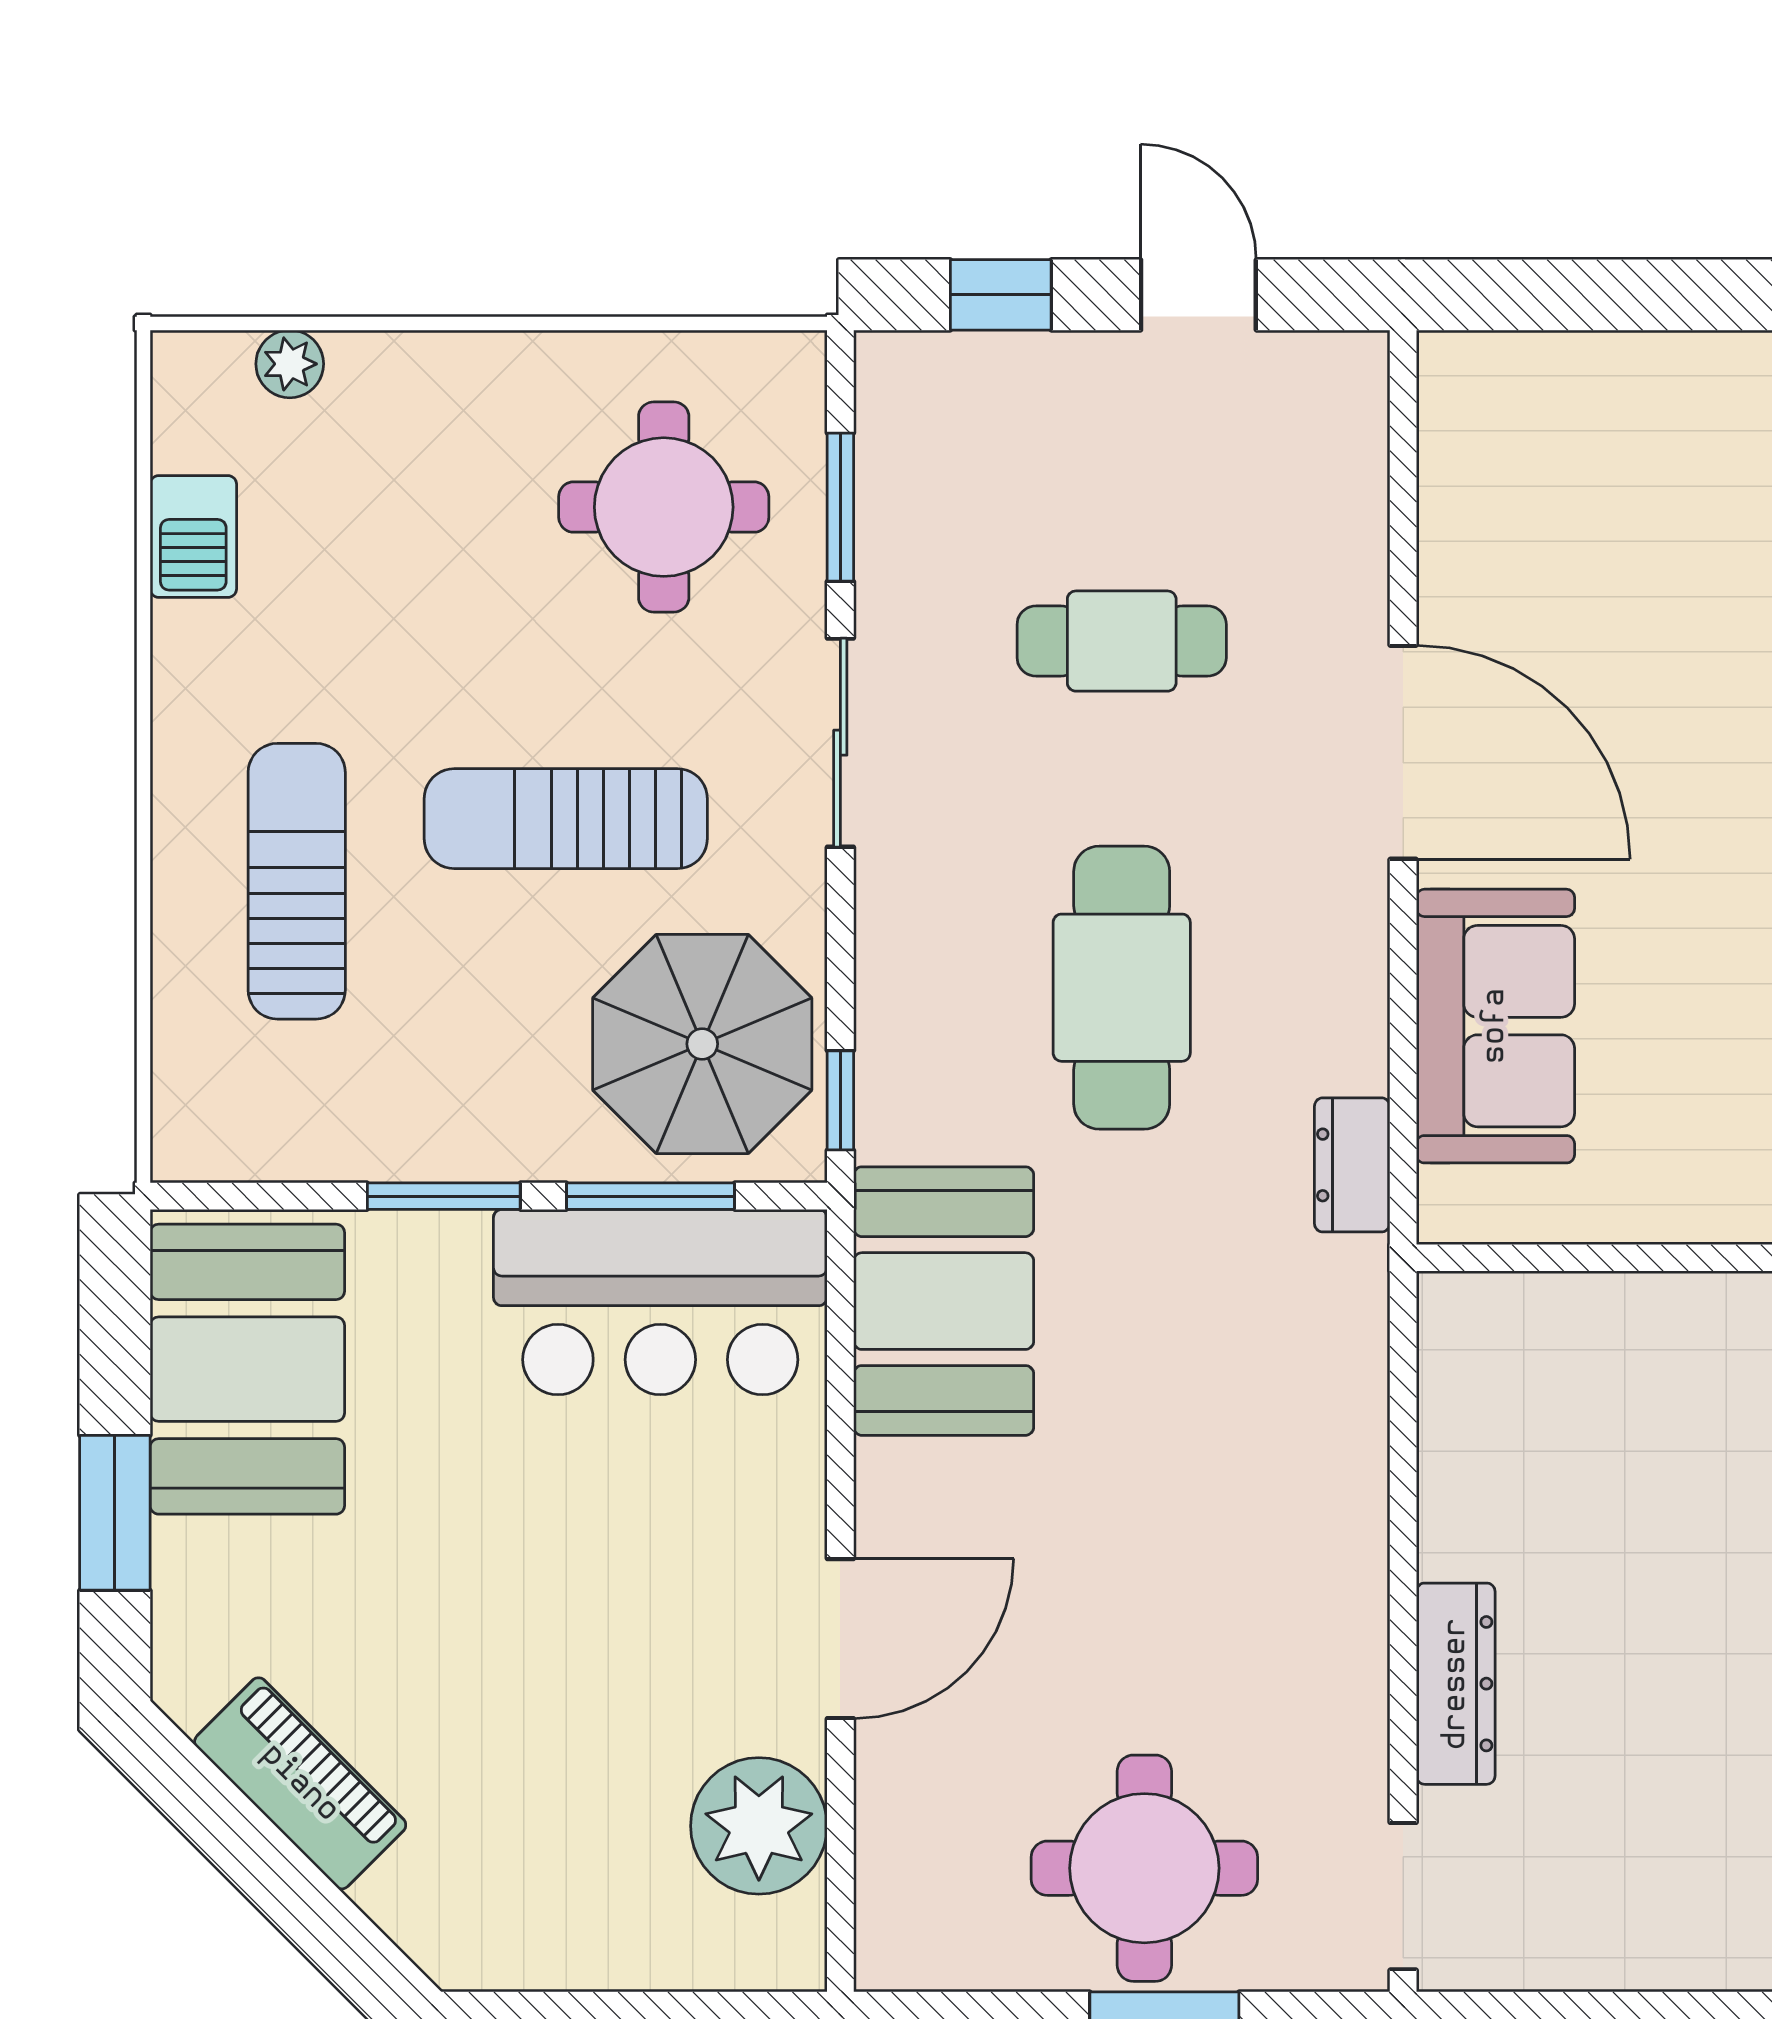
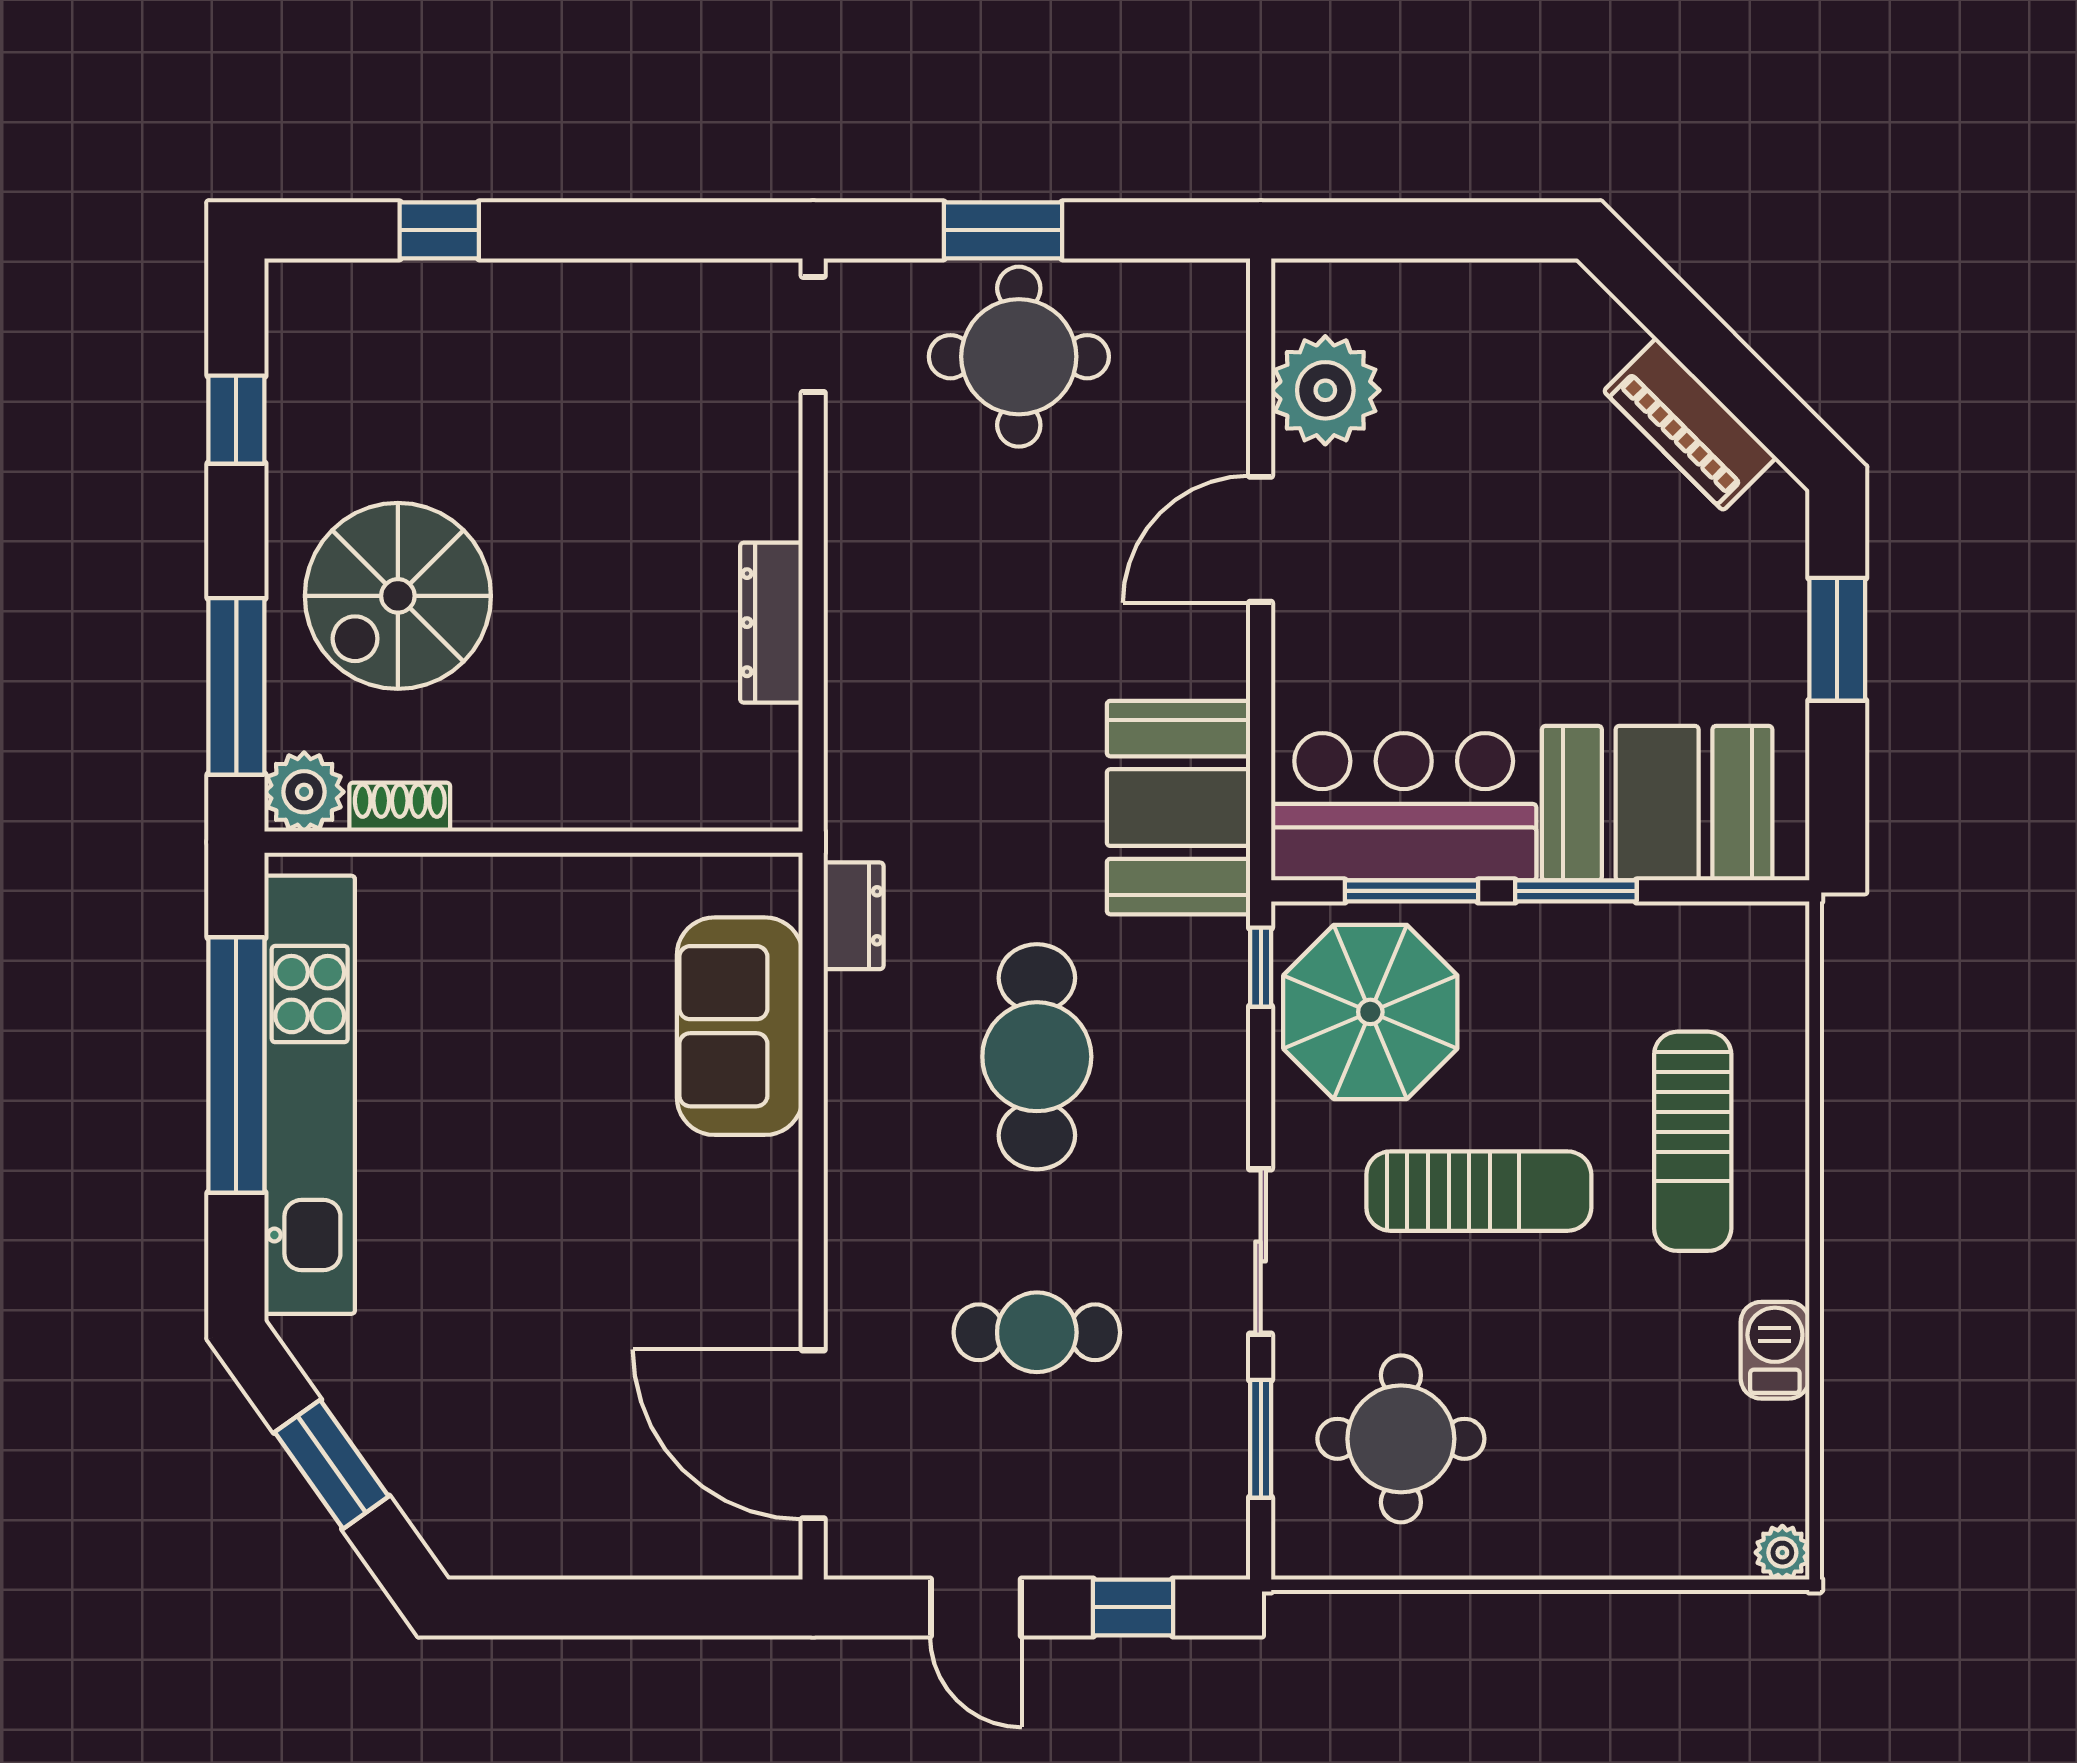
plant: (290, 364) -> (1782, 1553), moved
barbecue: (193, 537) -> (1775, 1350), moved
door: (1403, 752) -> (813, 1434), moved
booth: (247, 1369) -> (1657, 803), moved, turned 90
dresser: (1456, 1684) -> (771, 623), moved

